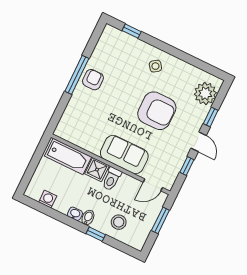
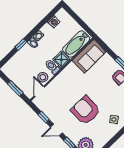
armchair: (157, 111) -> (85, 110), turned 90
sofa: (124, 155) -> (89, 56), moved
stool: (119, 222) -> (43, 77), moved

